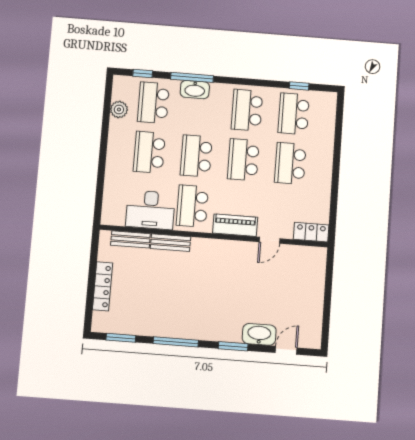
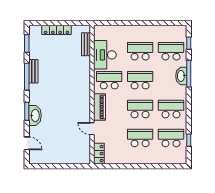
plant: (119, 109) -> (165, 30), removed
bench: (170, 243) -> (33, 71), moved
washbasin: (259, 334) -> (35, 115), moved

